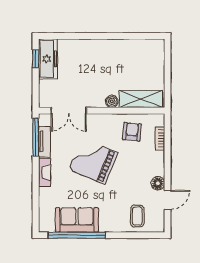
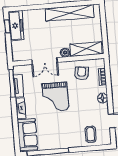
shelving: (122, 48) -> (70, 13), added
double door: (69, 111) -> (45, 61), moved
grand piano: (93, 161) -> (55, 97), turned -112
floor lamp: (158, 183) -> (103, 98), moved
sofa: (77, 220) -> (27, 135), moved, turned 90

